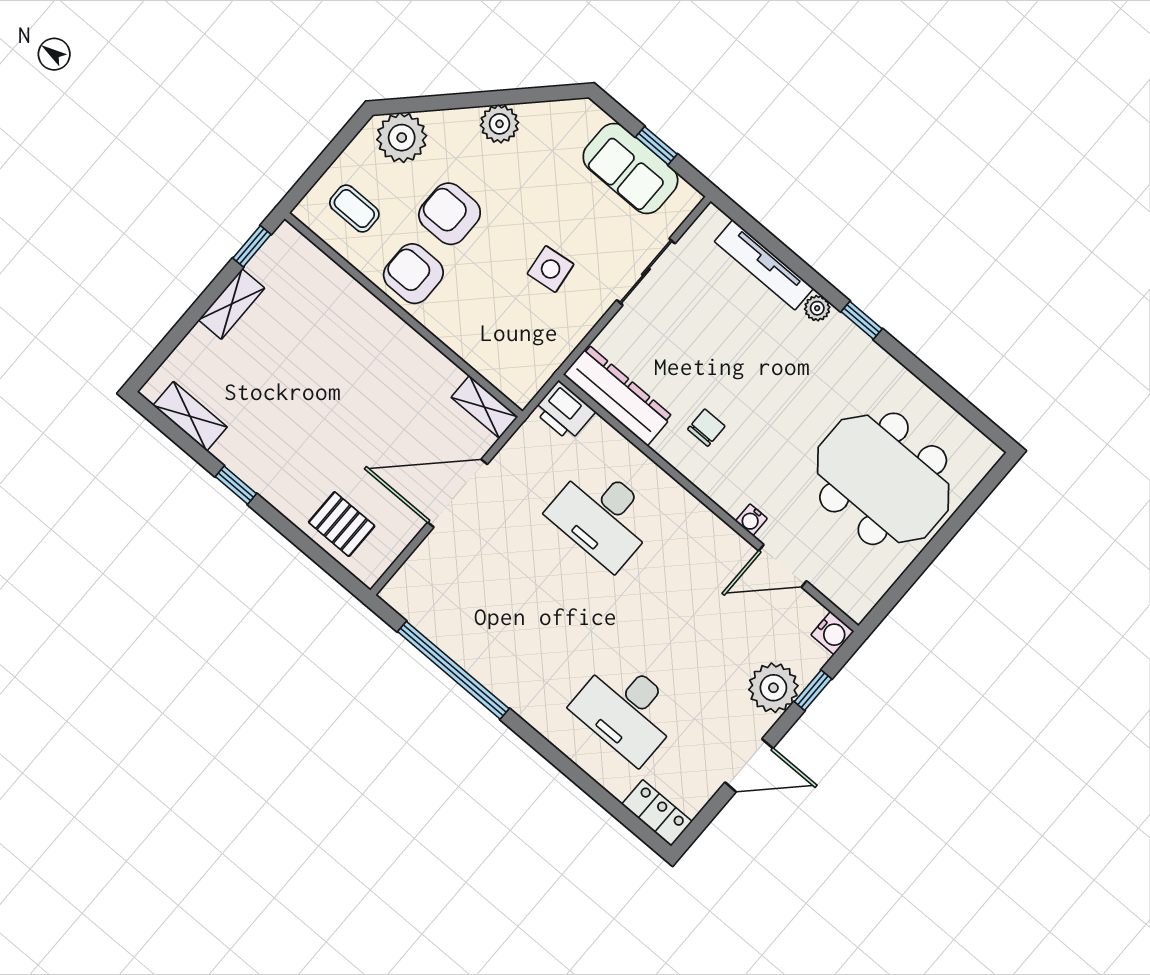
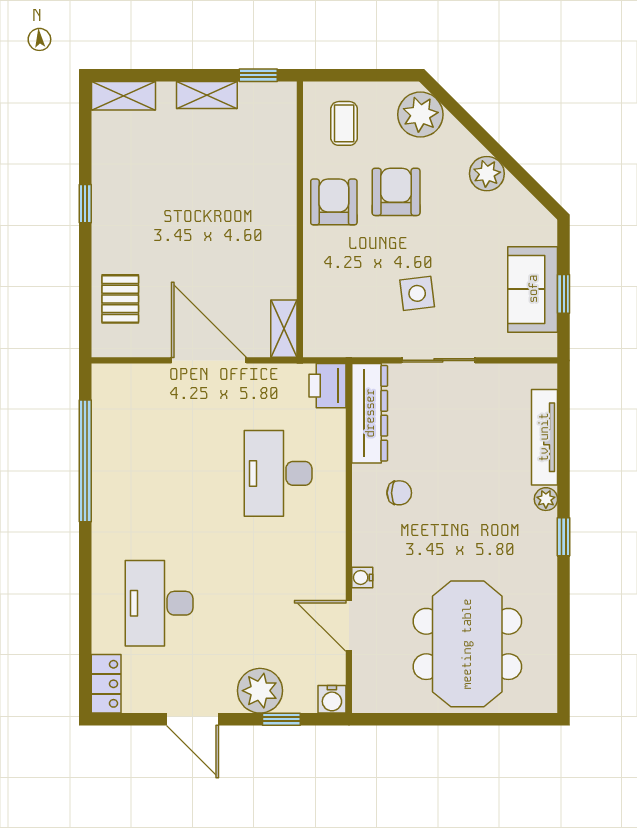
sliding door: (646, 272) -> (438, 360), moved
shelving: (190, 416) -> (124, 96), moved, turned 90

